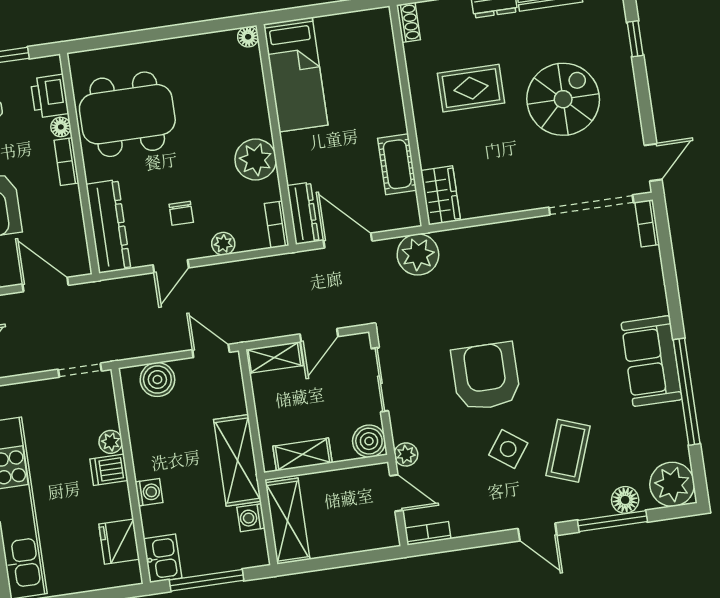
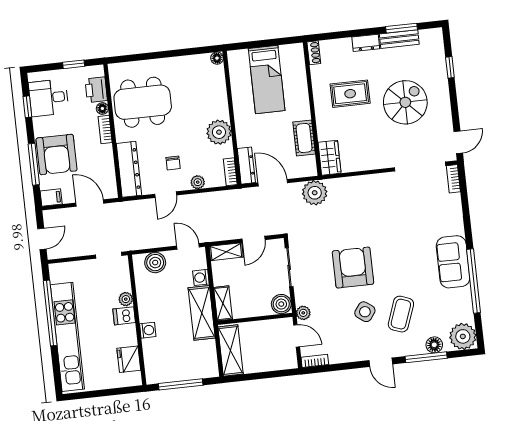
bed: (296, 75) -> (267, 79), moved
shelving: (303, 454) -> (223, 303), moved, turned 90
washing machine: (251, 518) -> (201, 277), moved
kitchen sink: (163, 558) -> (155, 370), removed

